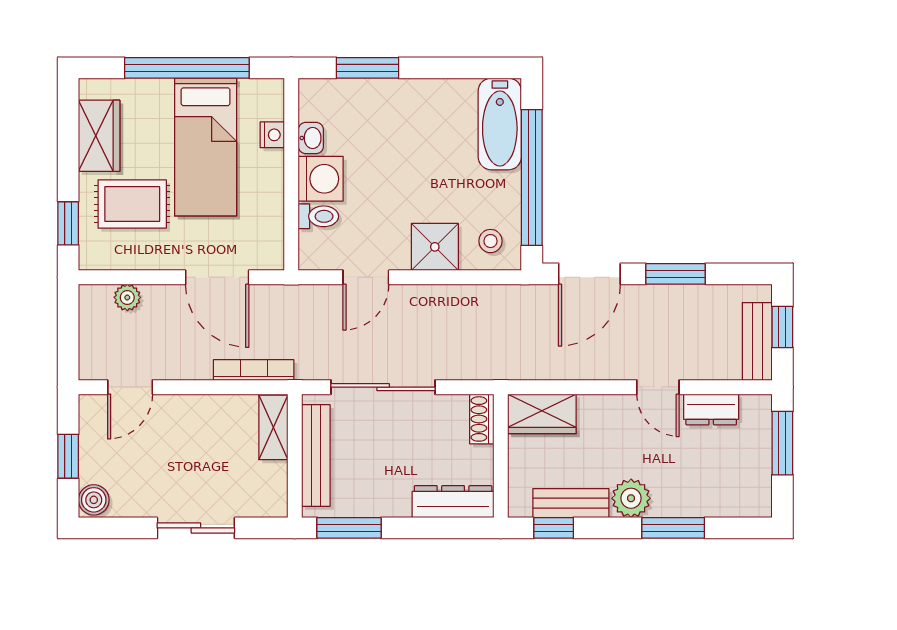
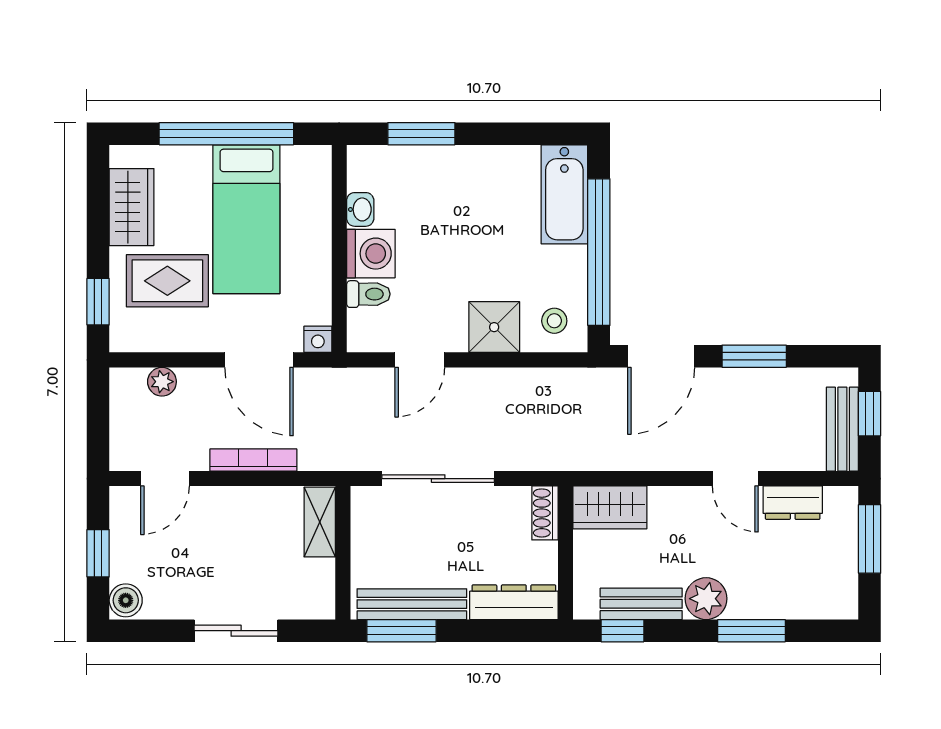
nightstand: (272, 135) -> (318, 339), moved, turned 90
bookcase: (254, 370) -> (253, 460), moved
bench: (316, 455) -> (412, 604), moved, turned 90

